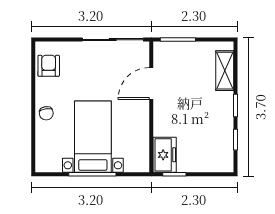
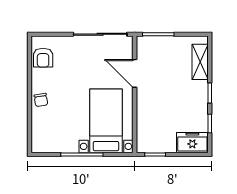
armchair: (49, 66) -> (43, 58), turned 180
door: (151, 83) -> (135, 73), hinge flipped
bed with nightstands: (93, 137) -> (106, 121), moved
freezer: (165, 155) -> (192, 143), moved, turned -90

